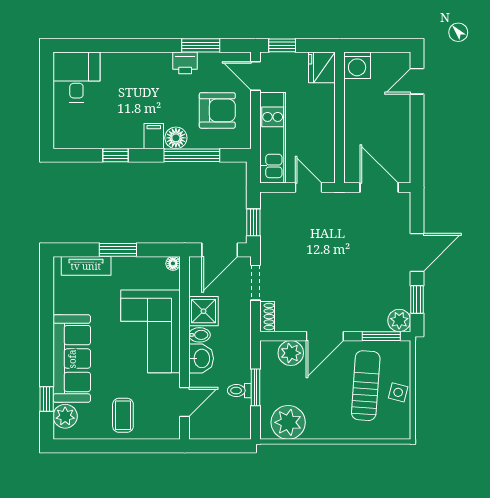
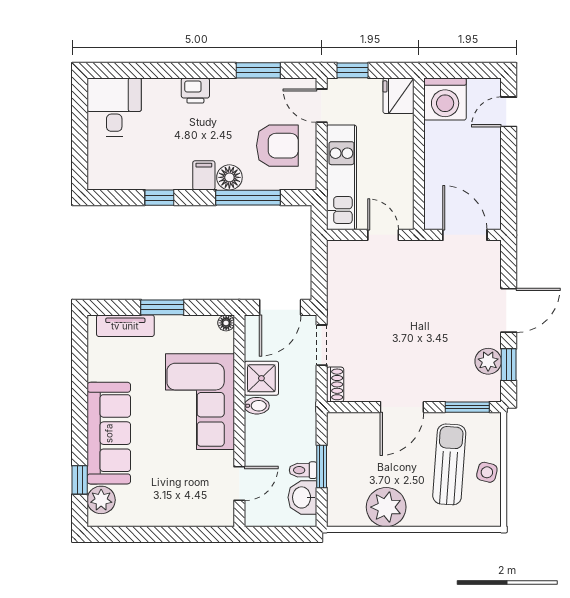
printer: (185, 63) -> (195, 91), moved
washing machine: (357, 65) -> (445, 99), width x1.37, depth x1.37
window: (253, 222) -> (319, 275), removed
plant: (399, 320) -> (488, 361), moved
plant: (291, 353) -> (362, 427), removed
washbasin: (201, 358) -> (302, 497), moved, turned 180
coffee table: (123, 415) -> (168, 499), removed
plant: (288, 422) -> (386, 507), moved

